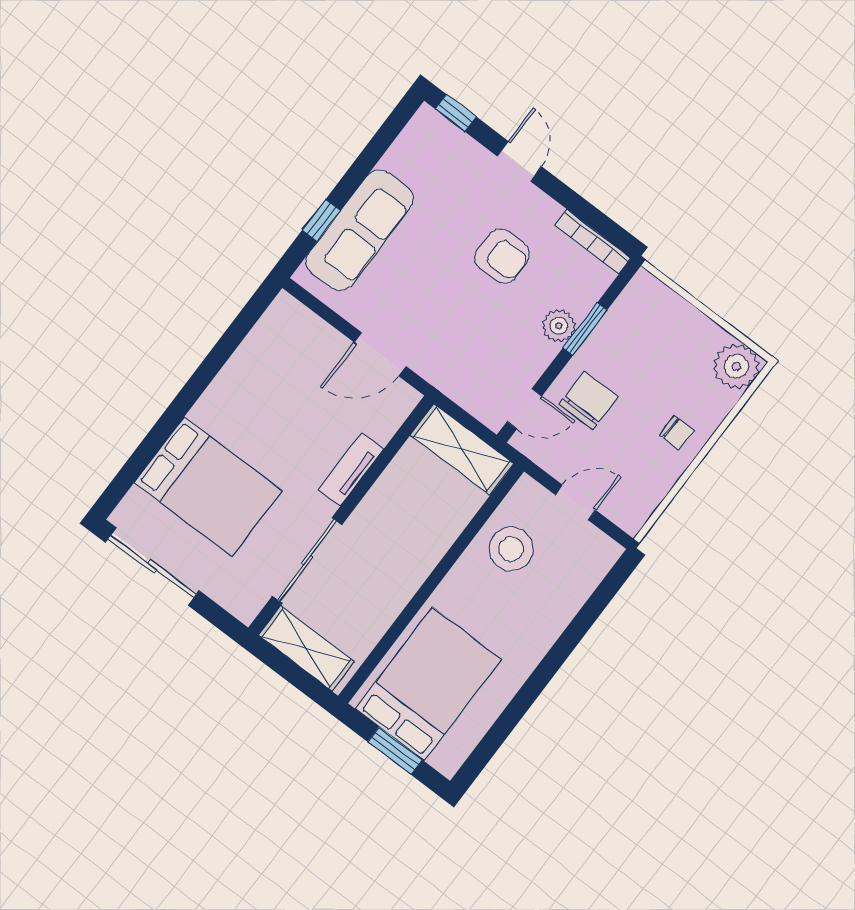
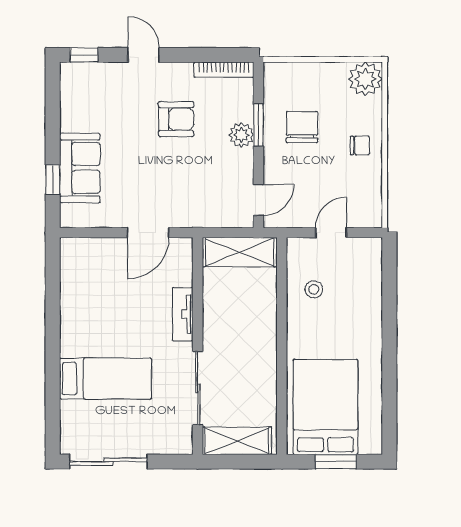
sofa: (360, 230) -> (80, 168), width x0.73
chair: (589, 400) -> (302, 127), moved
bed: (208, 487) -> (105, 379), width x0.67
stool: (511, 549) -> (314, 289), width x0.53, depth x0.53

